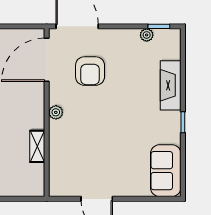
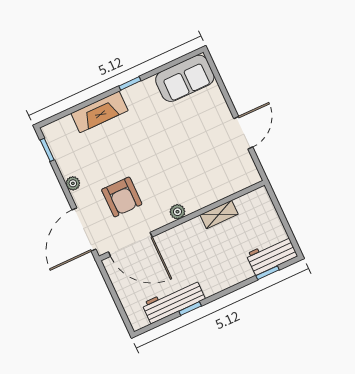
plant: (147, 35) -> (73, 183), moved
armchair: (90, 71) -> (122, 197), turned 90

